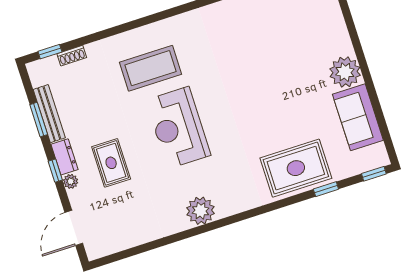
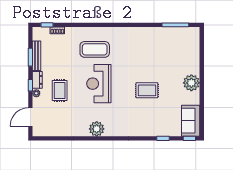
sofa: (358, 117) -> (191, 121), moved
rug: (296, 168) -> (147, 90), moved, width x0.73, depth x0.70

